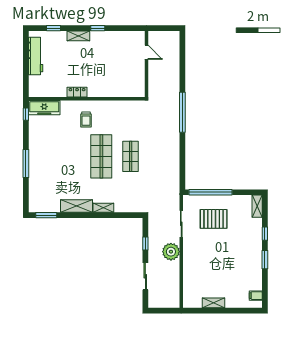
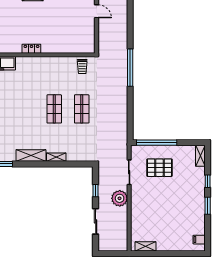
trolley: (86, 119) -> (82, 66), moved
shop shelf: (101, 156) -> (54, 109), width x0.70, depth x0.74
shelving: (213, 303) -> (145, 246), moved

